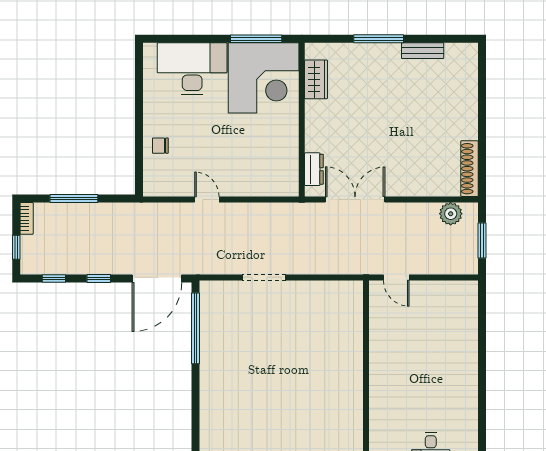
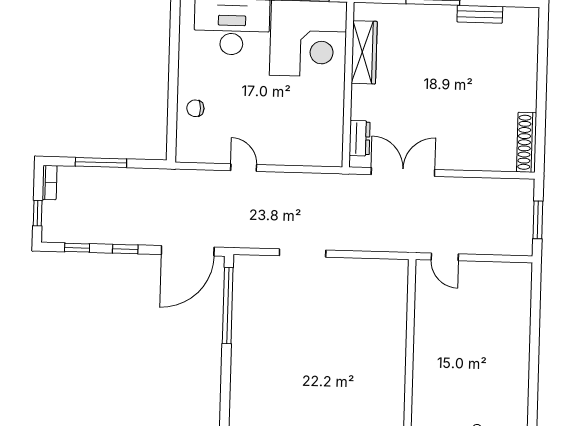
wardrobe: (316, 79) -> (364, 52), width x1.50
plant: (451, 214) -> (505, 190), removed

